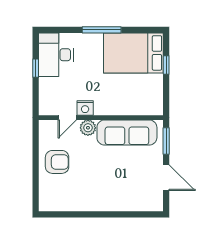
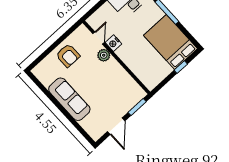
door: (67, 118) -> (99, 38), swing flipped
sofa: (127, 133) -> (69, 99), moved, turned 180

